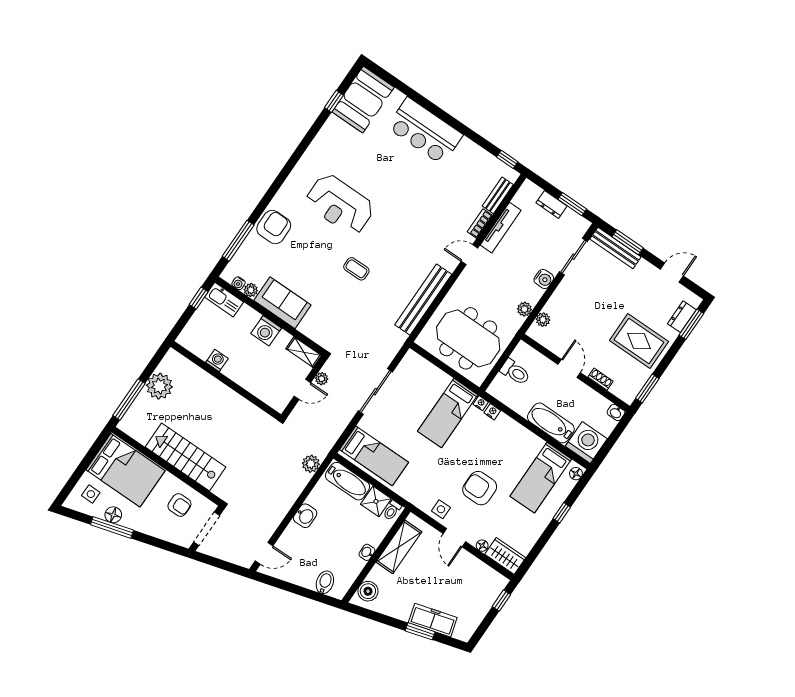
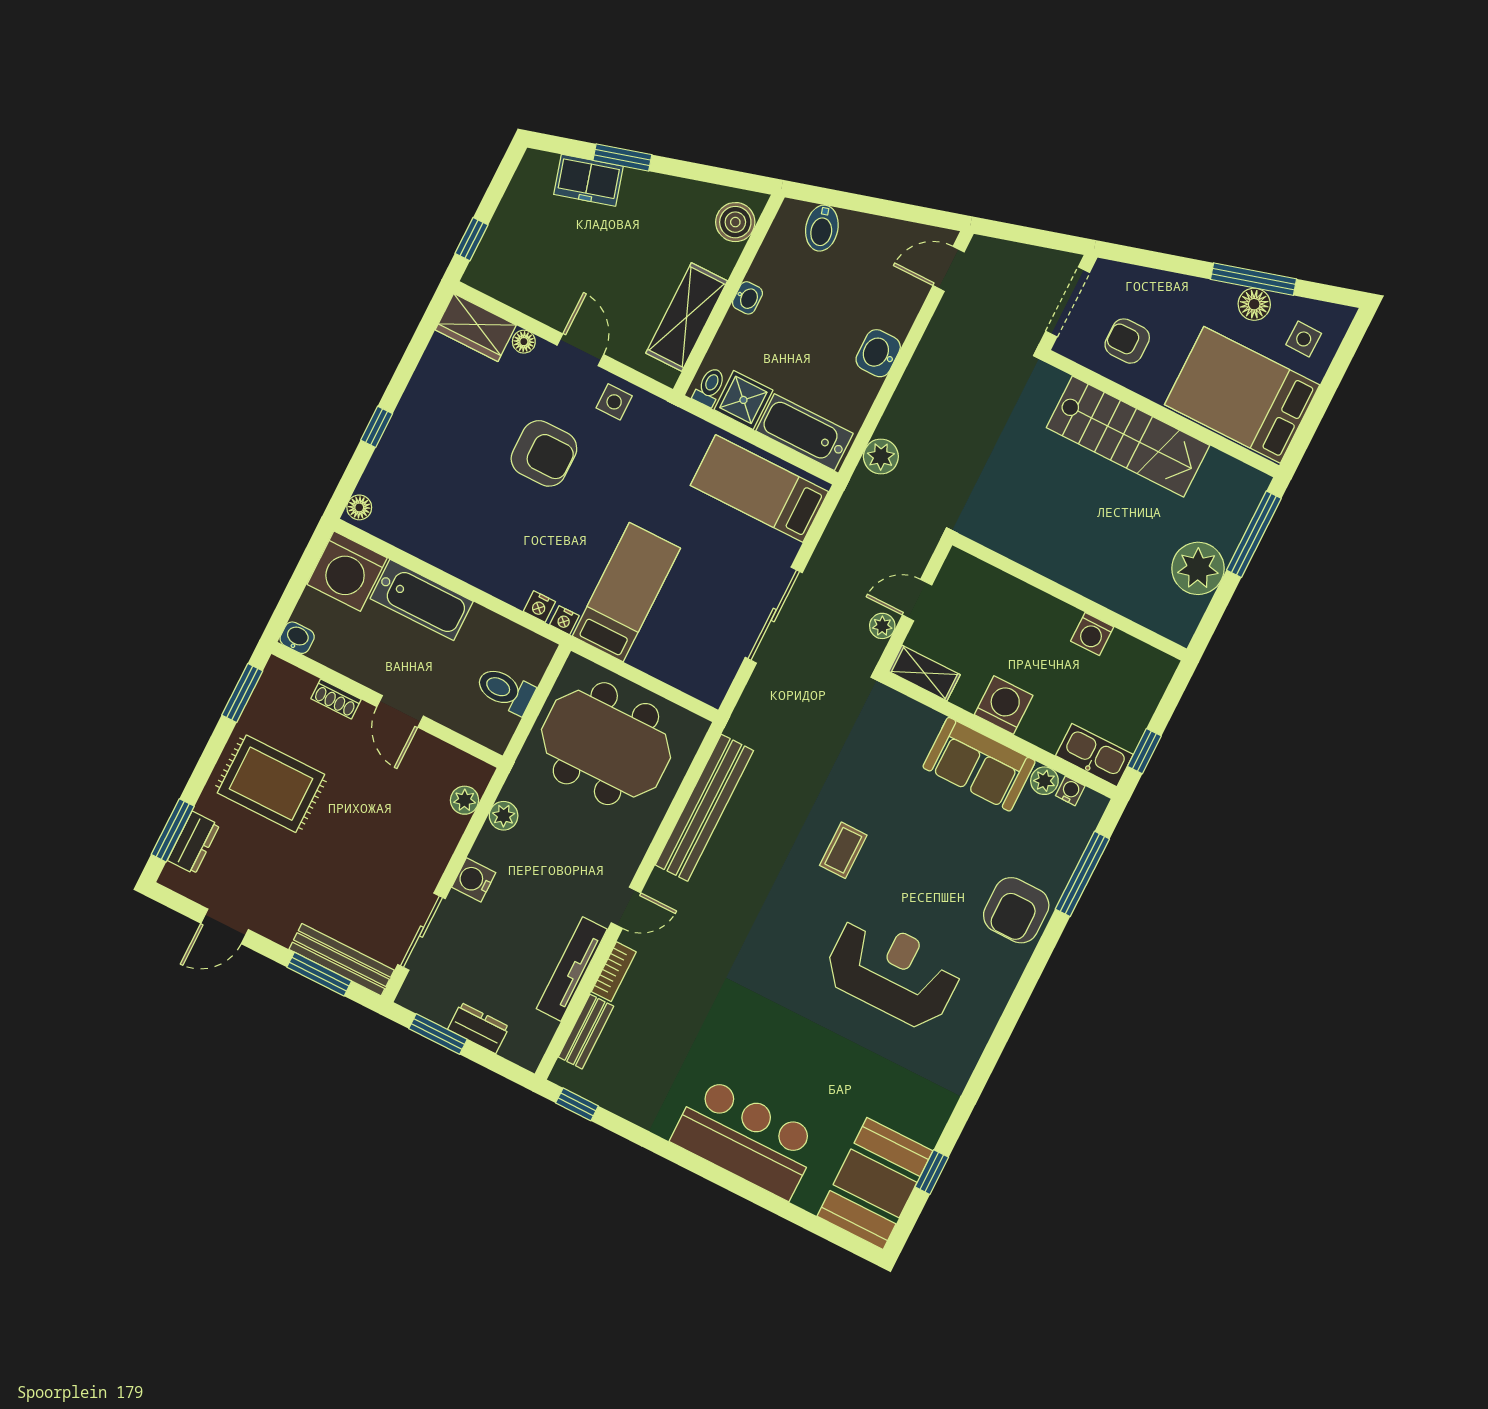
coffee table: (356, 269) -> (843, 850), turned 90
bed: (541, 478) -> (427, 490), removed
freezer: (433, 620) -> (588, 180), width x0.71

